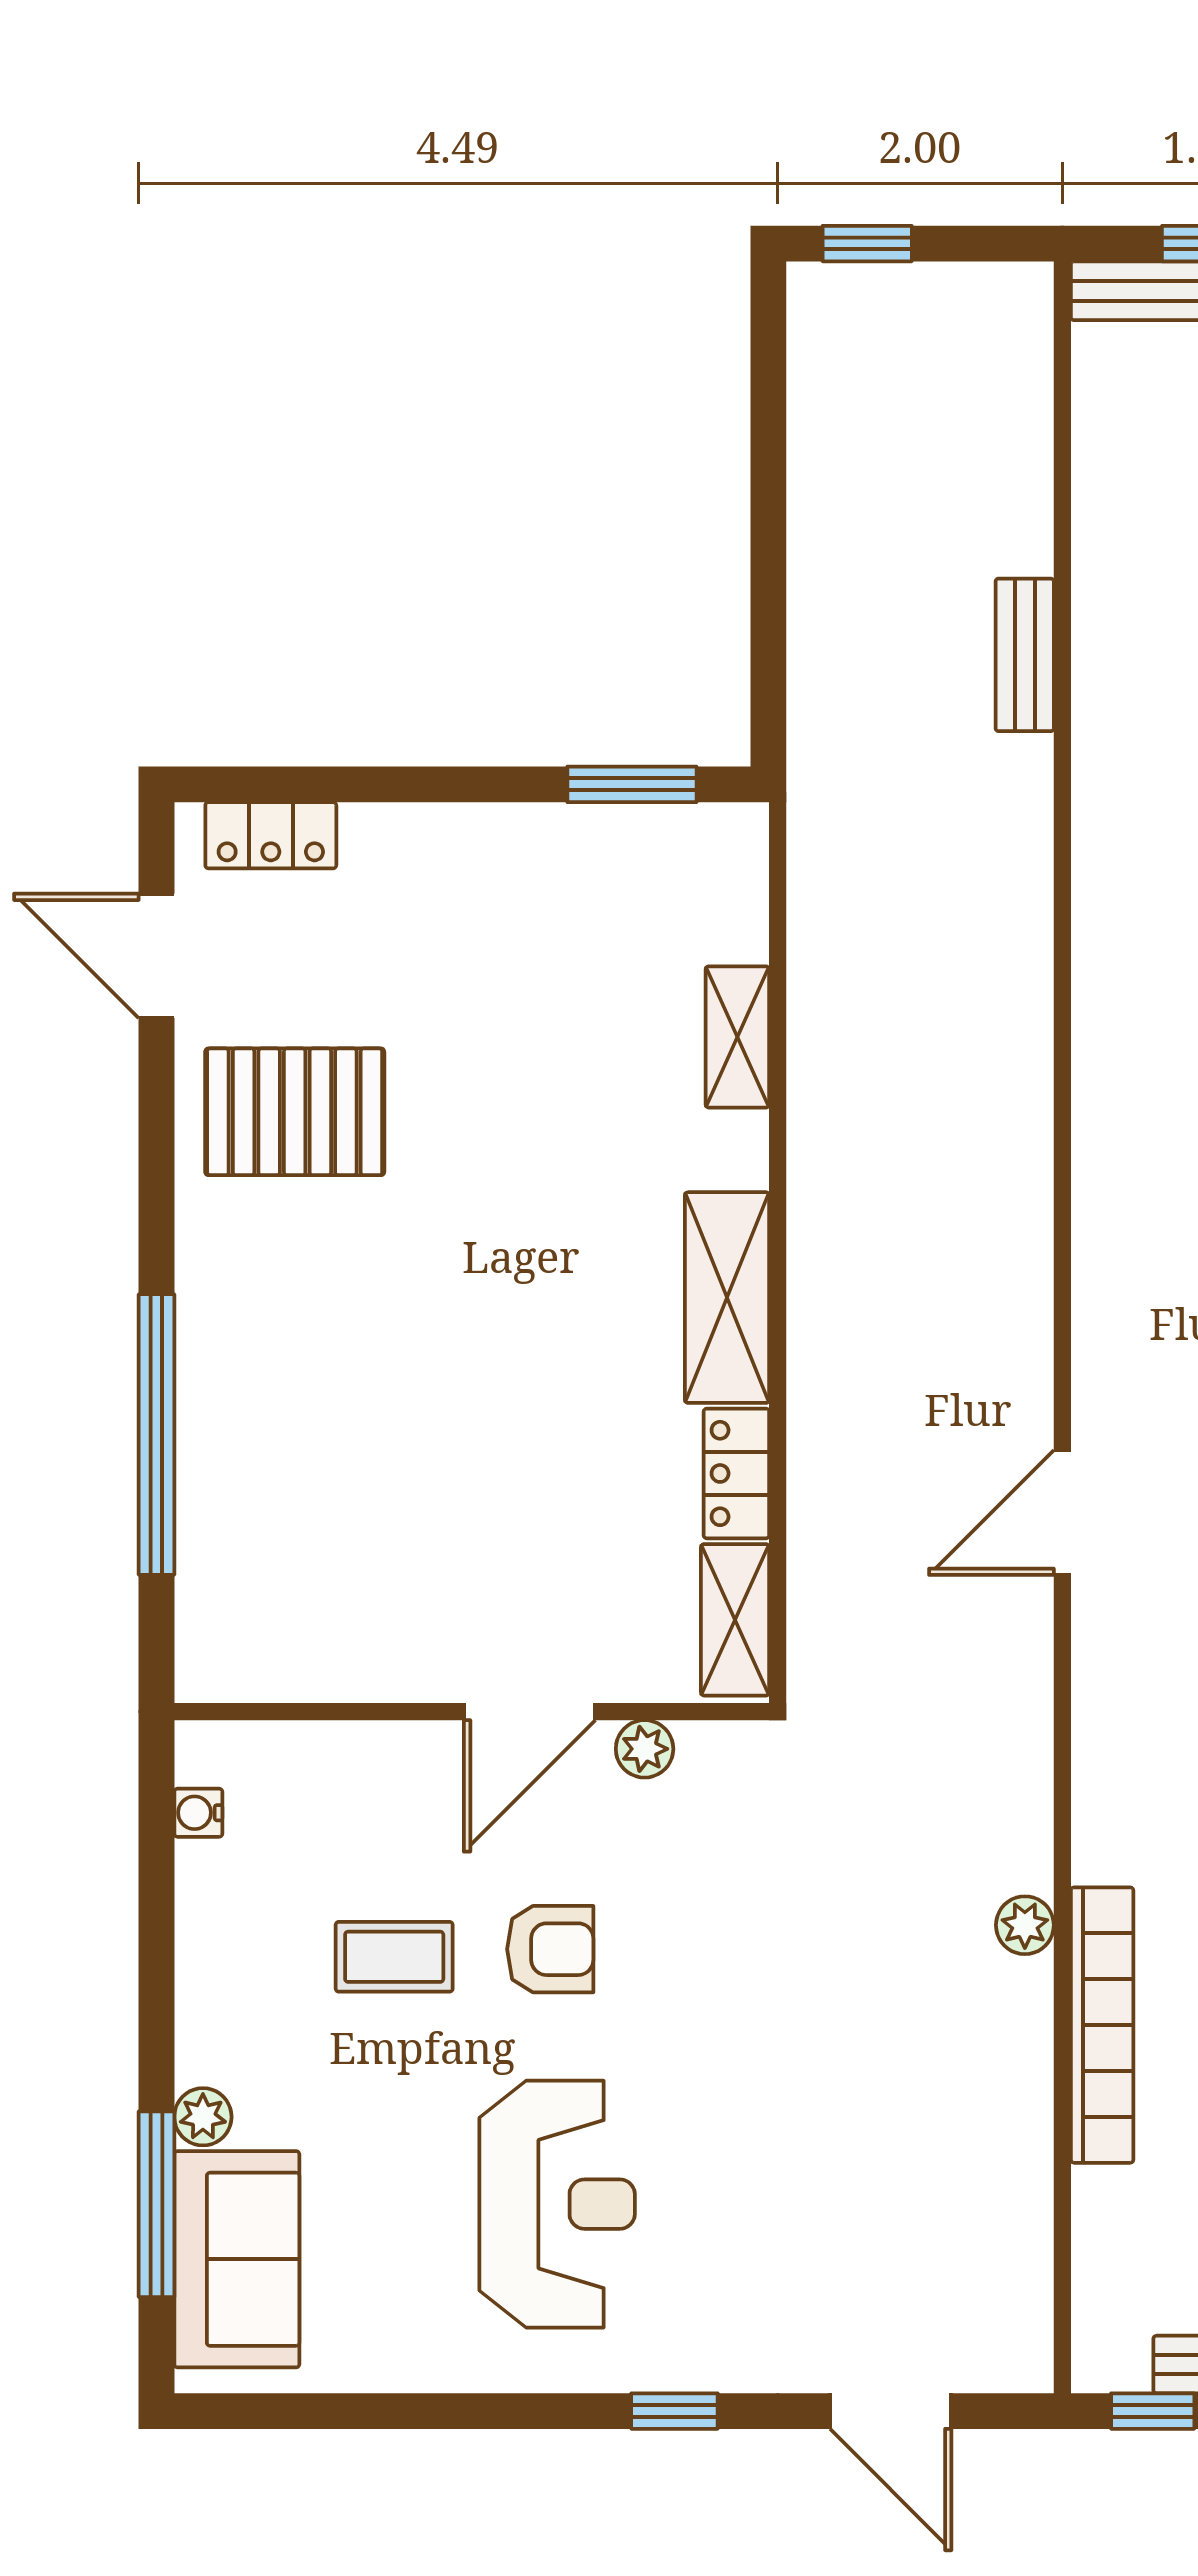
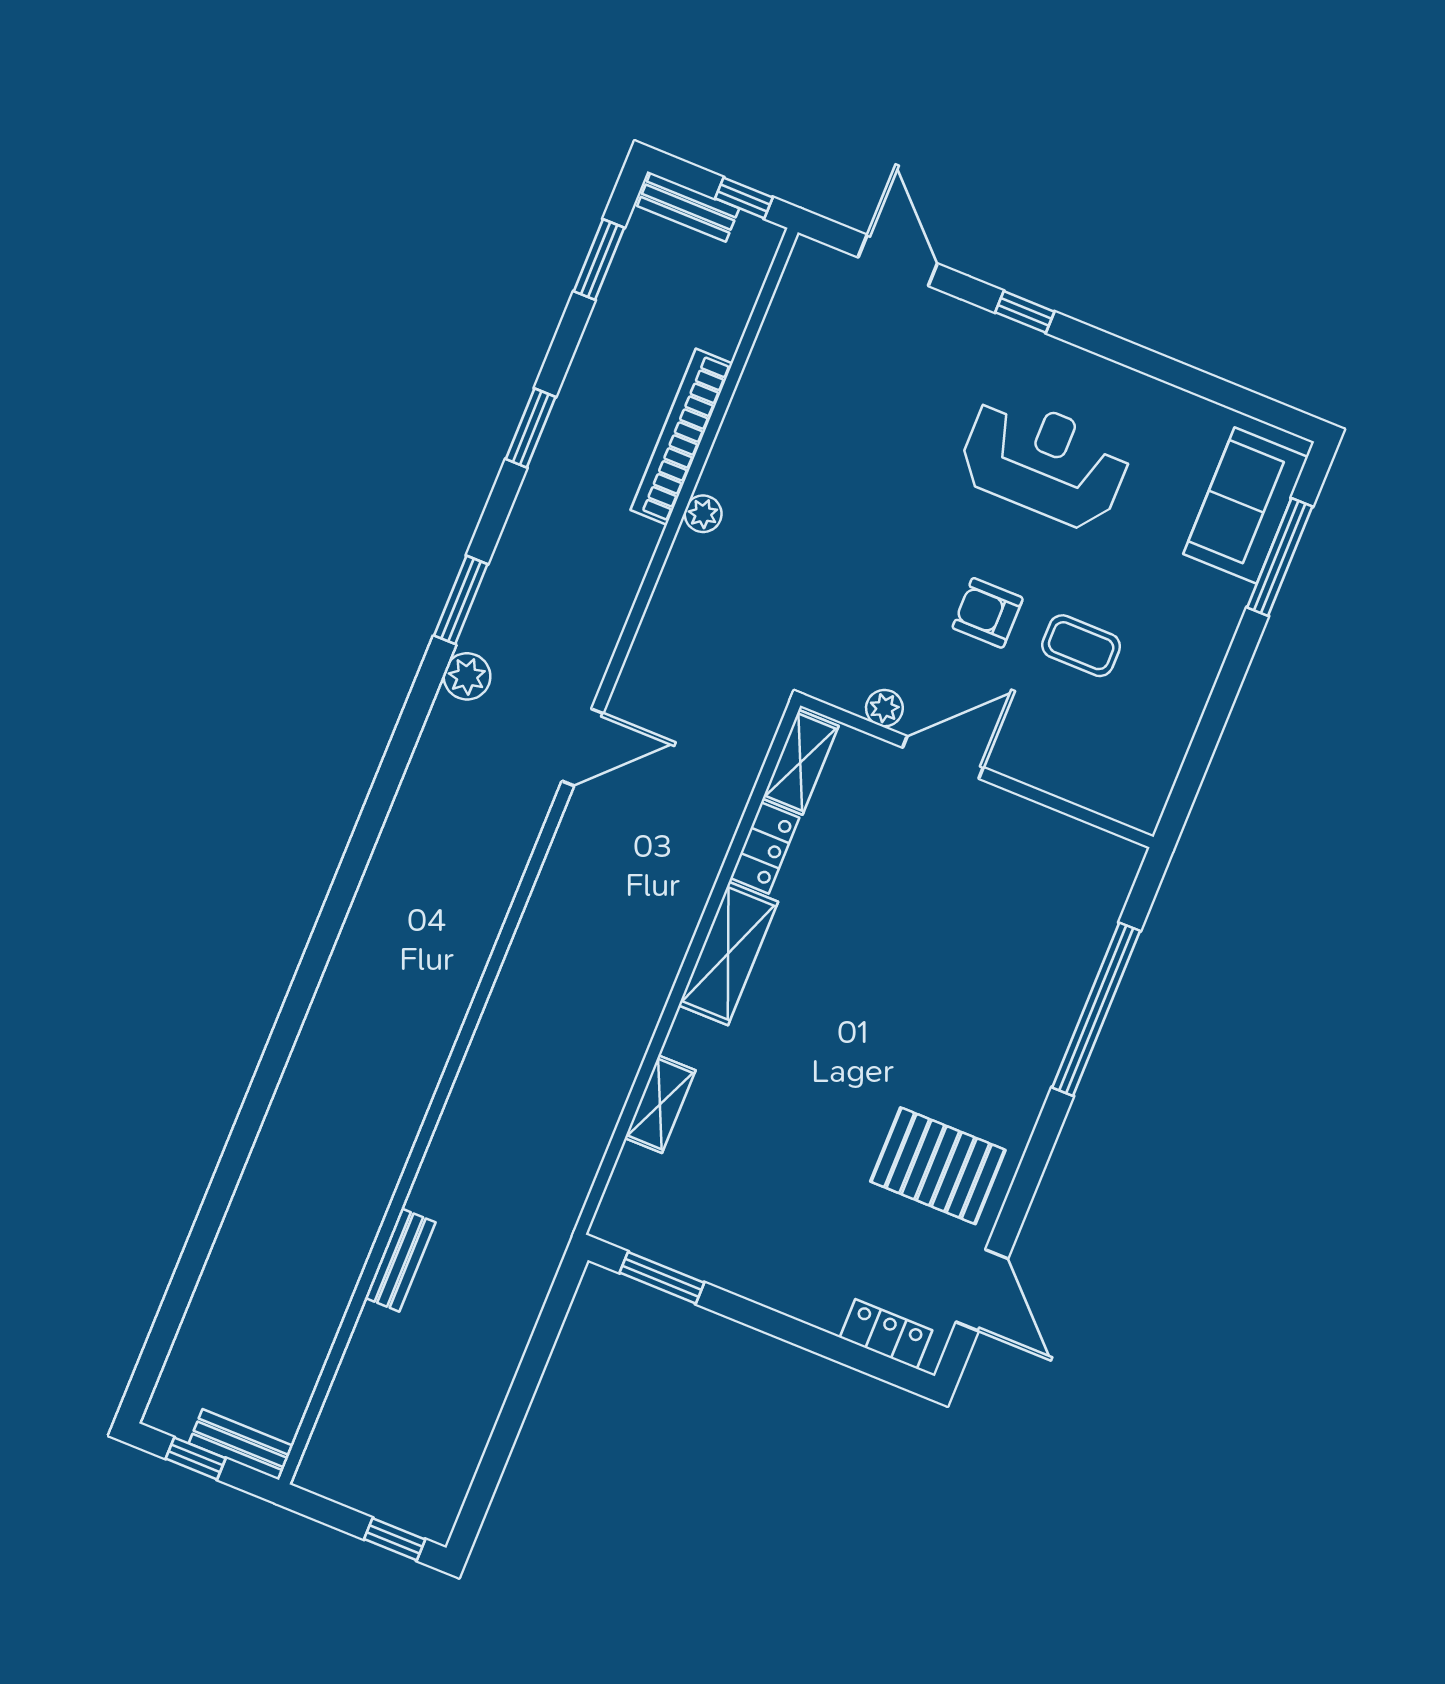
water cooler: (198, 1813) -> (1162, 777), removed
plant: (203, 2117) -> (1232, 597), removed
reception desk: (557, 2204) -> (1044, 462), turned 90

